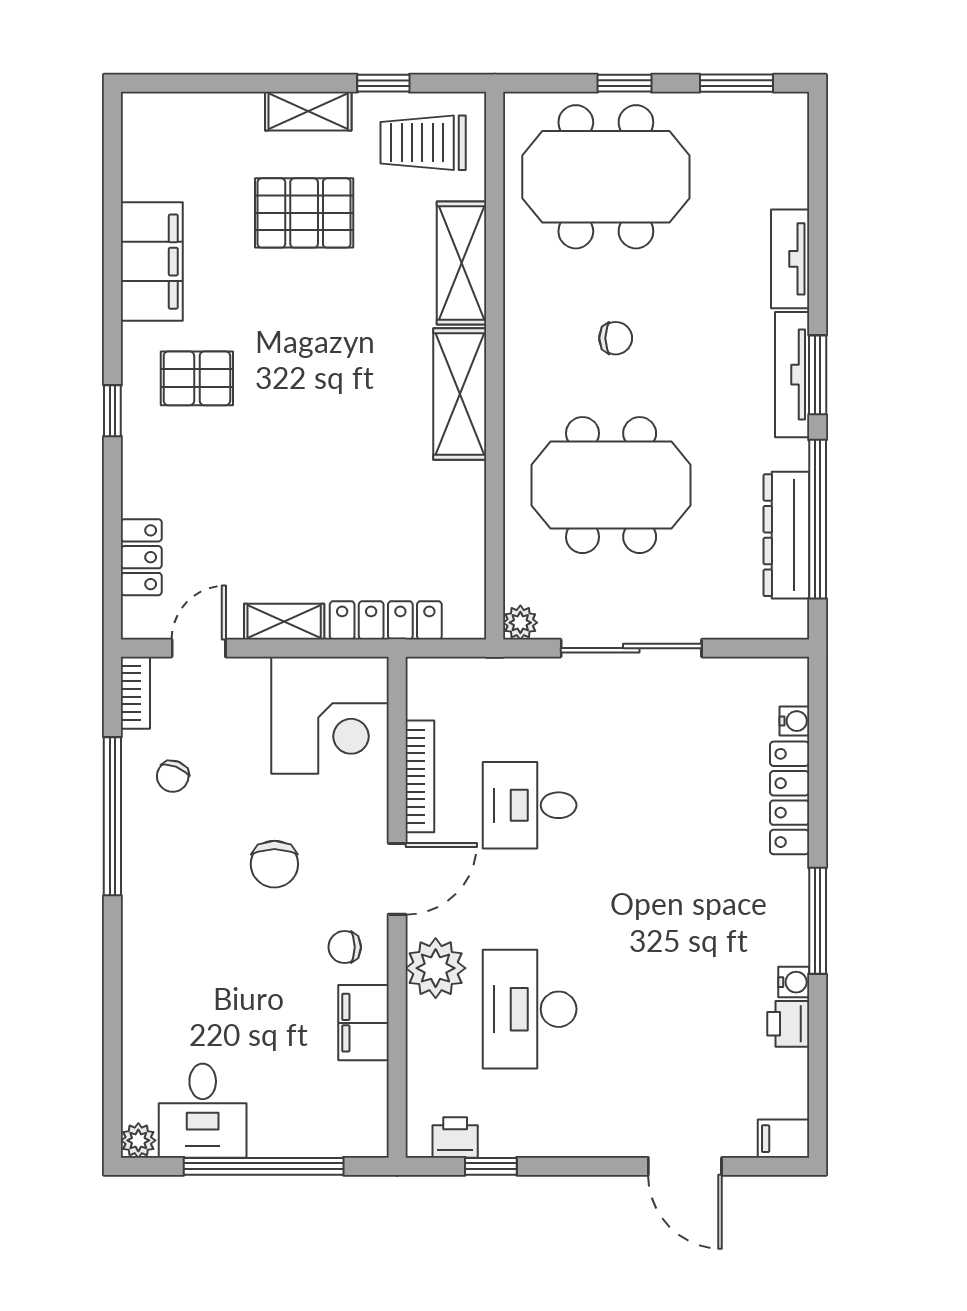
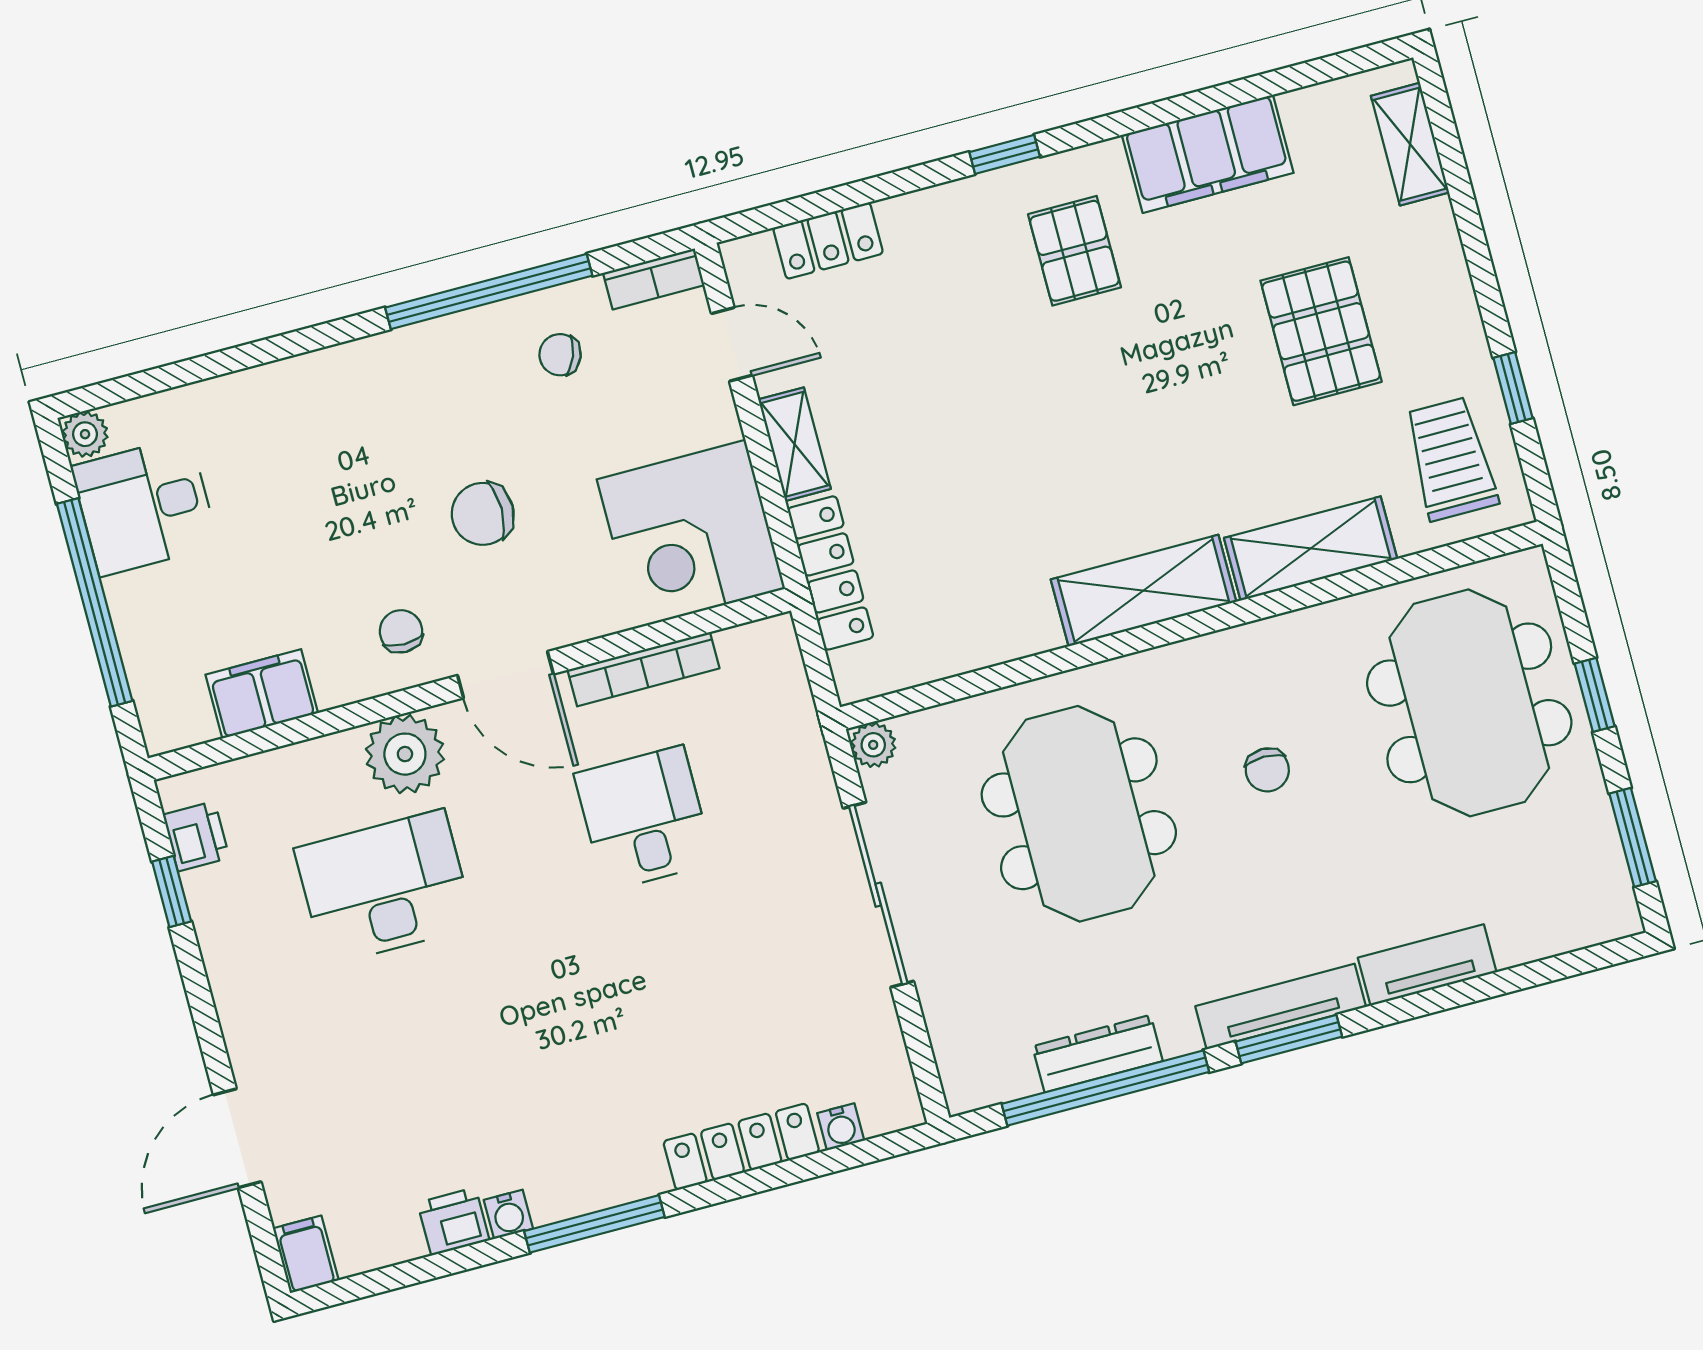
shelving: (308, 111) -> (1410, 144), moved
dresser: (786, 535) -> (1098, 1054), width x0.73, depth x0.80
filing cabinet: (363, 1023) -> (262, 694), moved

